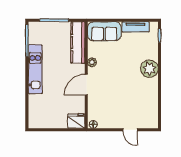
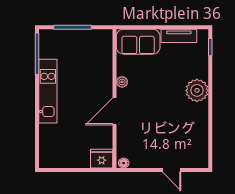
kitchen counter: (78, 43) -> (104, 56), removed

